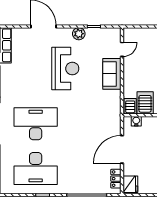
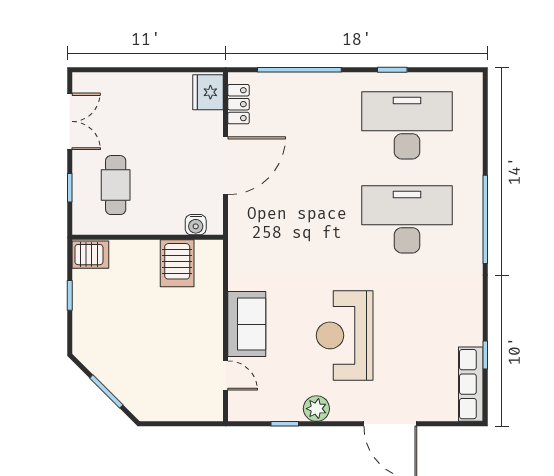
door: (122, 49) -> (226, 375), swing flipped
server rack: (130, 106) -> (208, 256), removed
desk: (36, 124) -> (407, 219), turned 180

